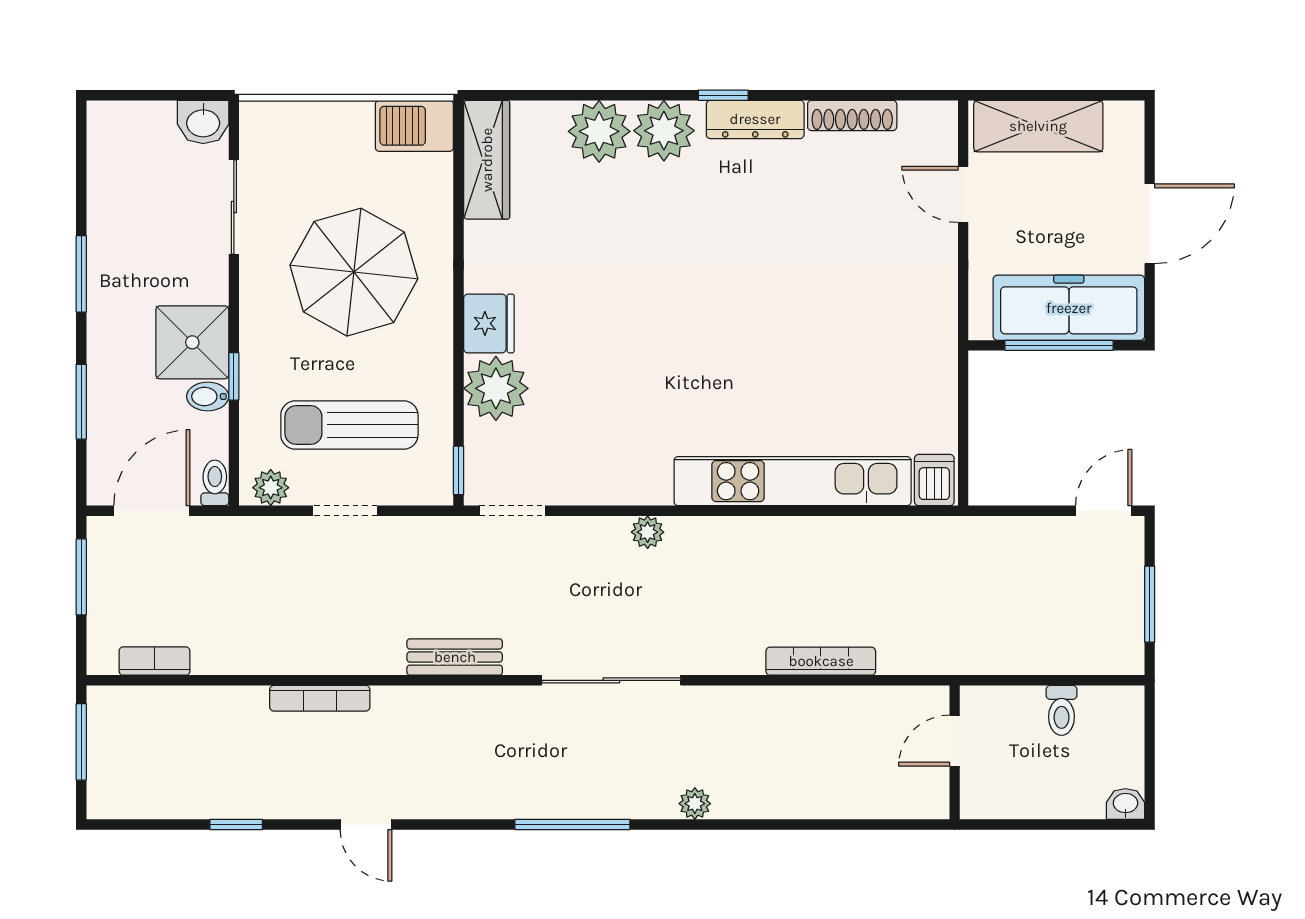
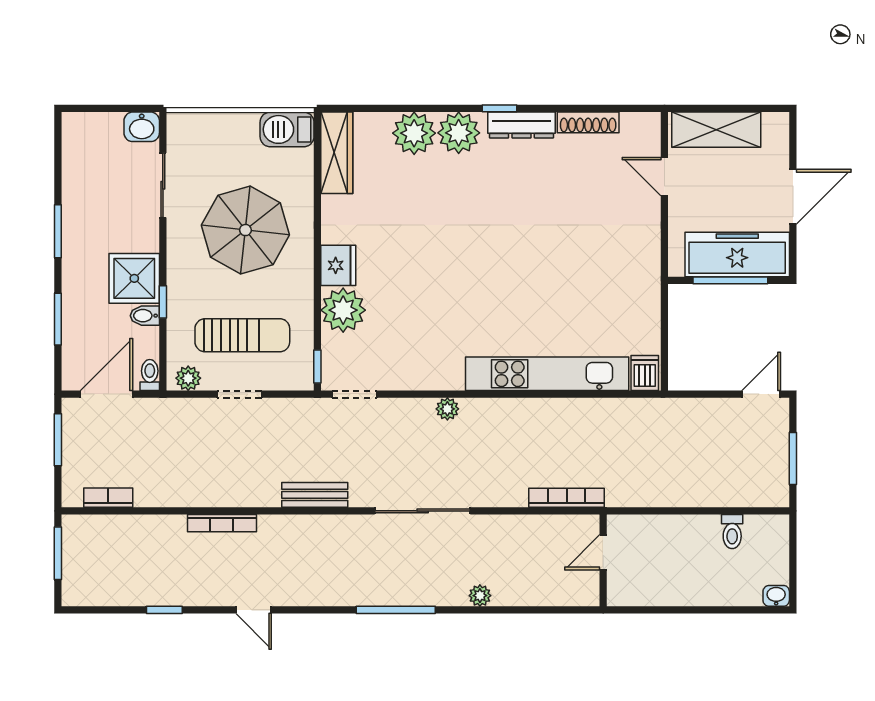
sun lounger: (349, 425) -> (242, 335), turned 180
door: (955, 741) -> (603, 552), moved
wall: (955, 752) -> (603, 560), moved

